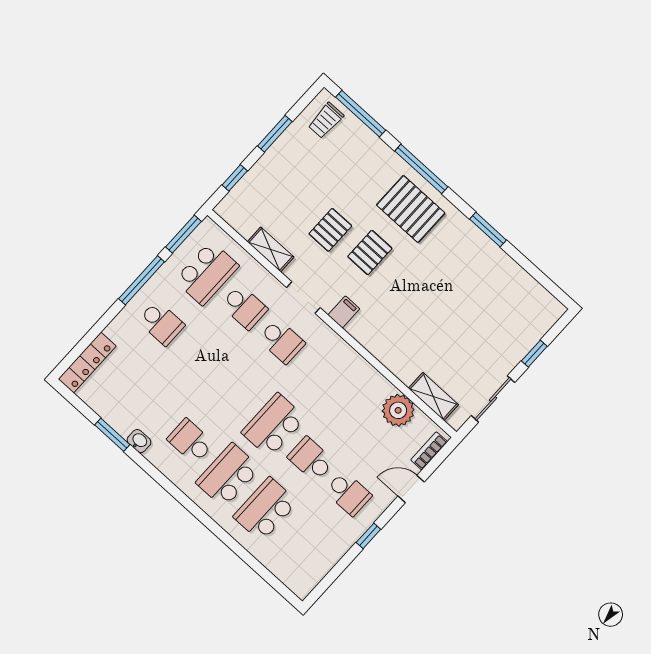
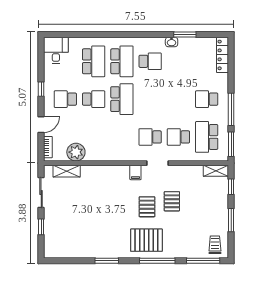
shelving: (271, 249) -> (216, 171), moved
desk: (302, 569) -> (56, 50), added

